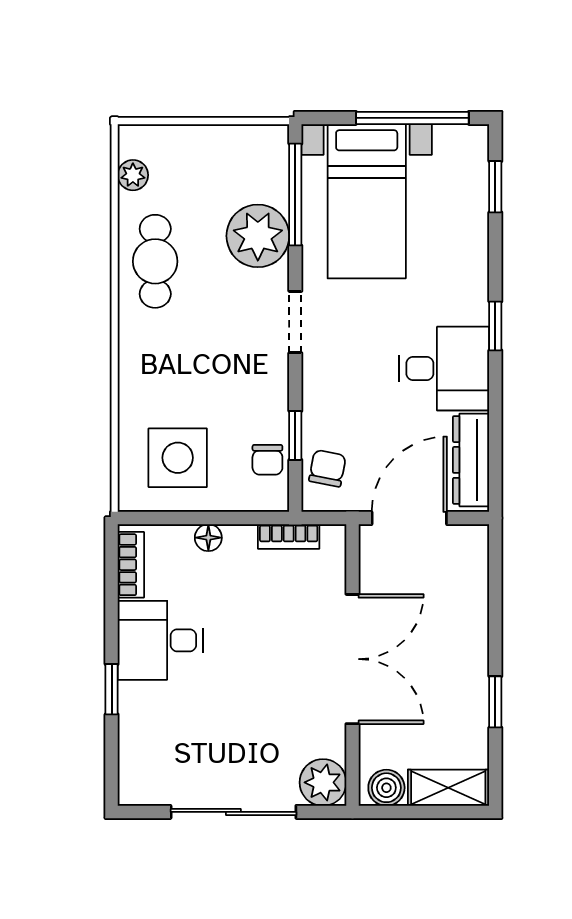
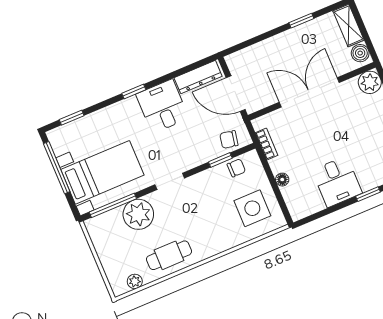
bookcase: (131, 565) -> (309, 209), removed

